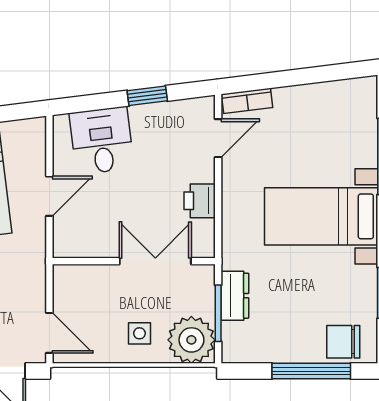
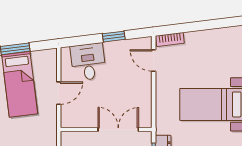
door: (218, 138) -> (154, 60), swing flipped
printer: (200, 201) -> (143, 96), removed

